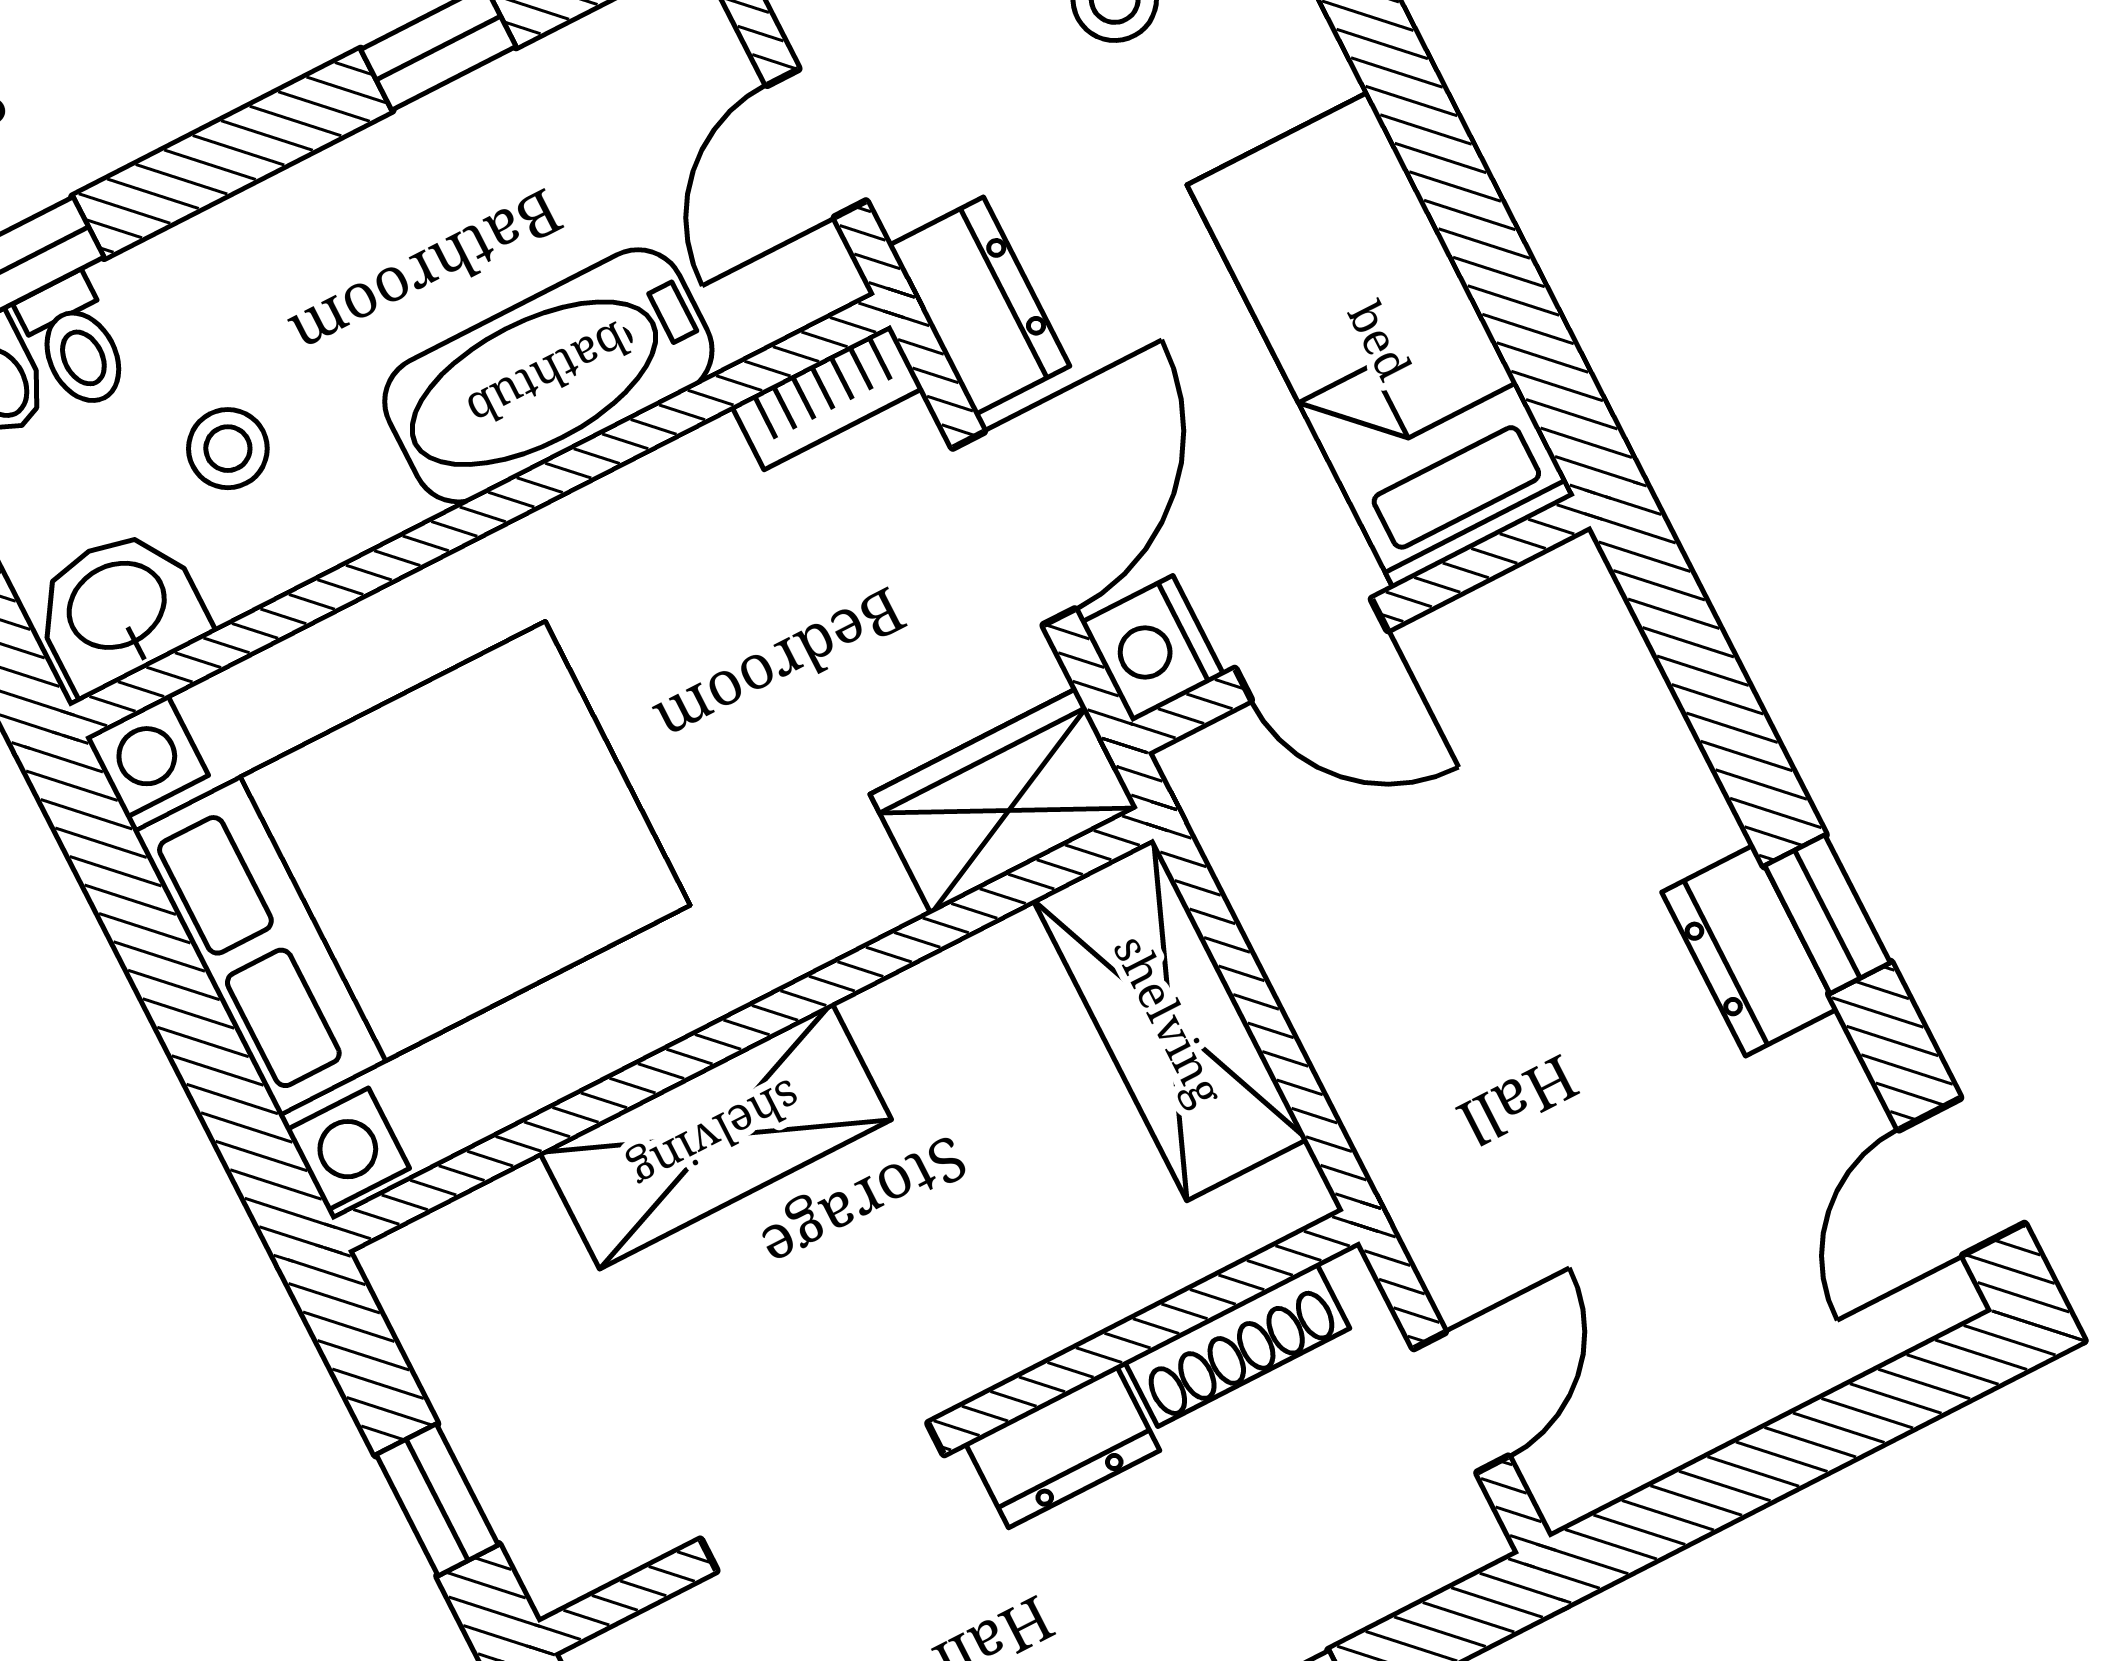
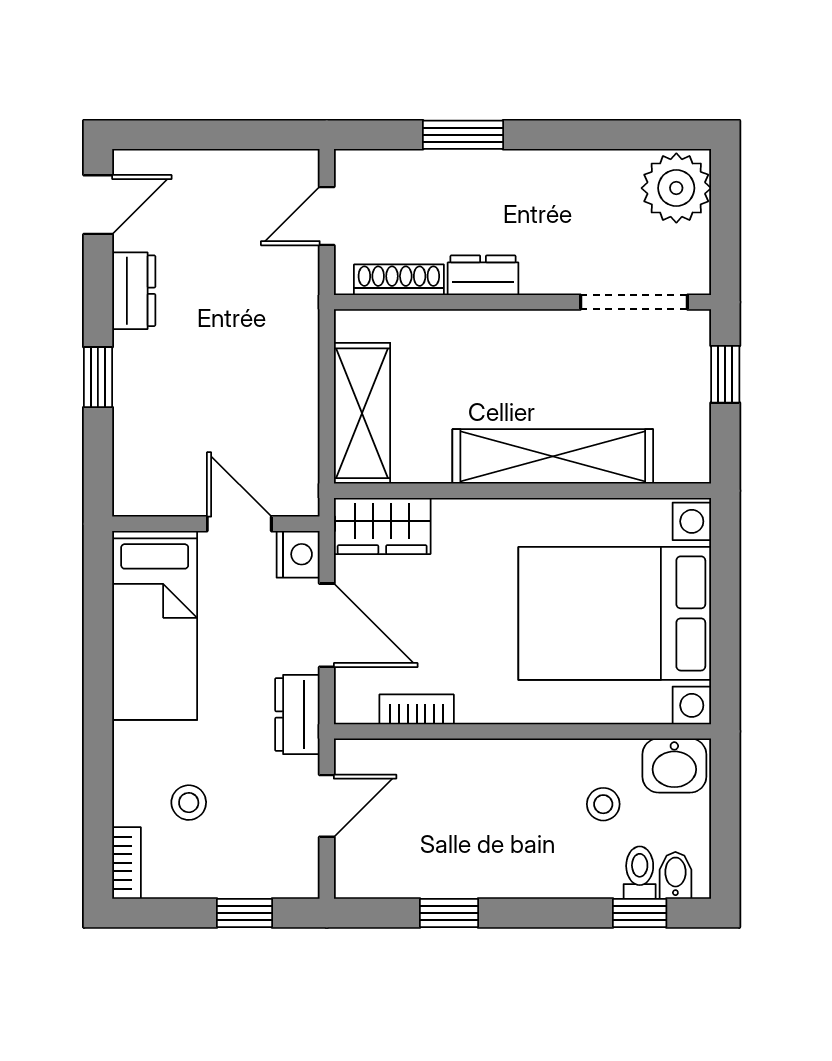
bathtub: (548, 376) -> (470, 770), removed
bookcase: (827, 397) -> (417, 709), moved
door: (1014, 528) -> (327, 625), swing flipped
window: (1827, 914) -> (98, 377), moved
dresser: (1750, 951) -> (134, 291), moved
shelving: (716, 1136) -> (553, 456), width x1.47
doorway: (822, 1497) -> (634, 302), moved

